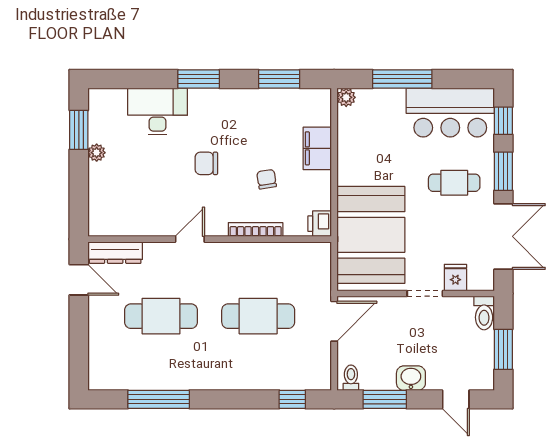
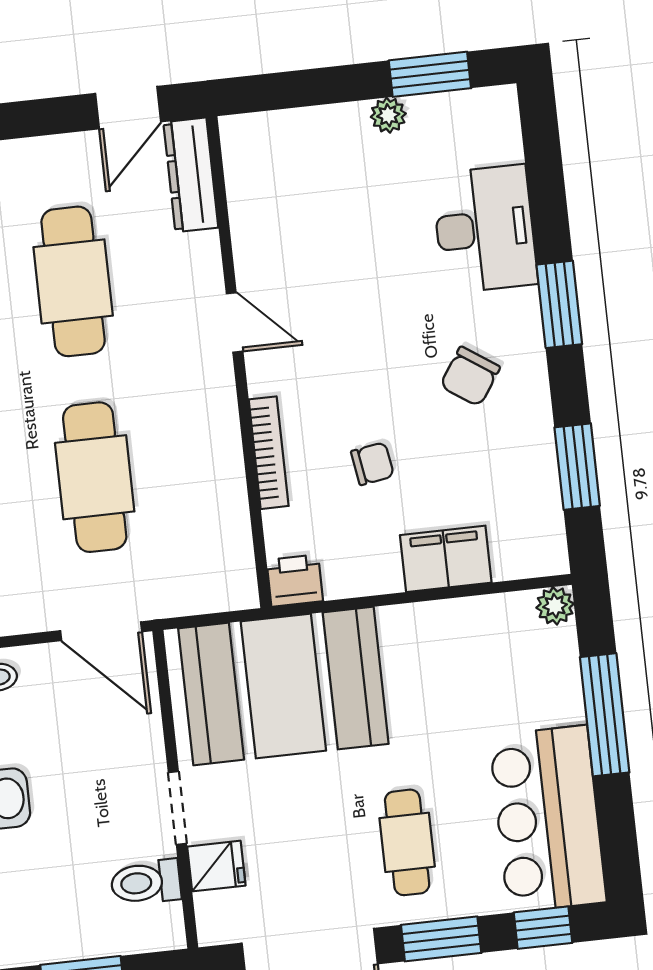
chair: (206, 163) -> (470, 376), moved, turned -146
toilet: (484, 313) -> (146, 882), moved

